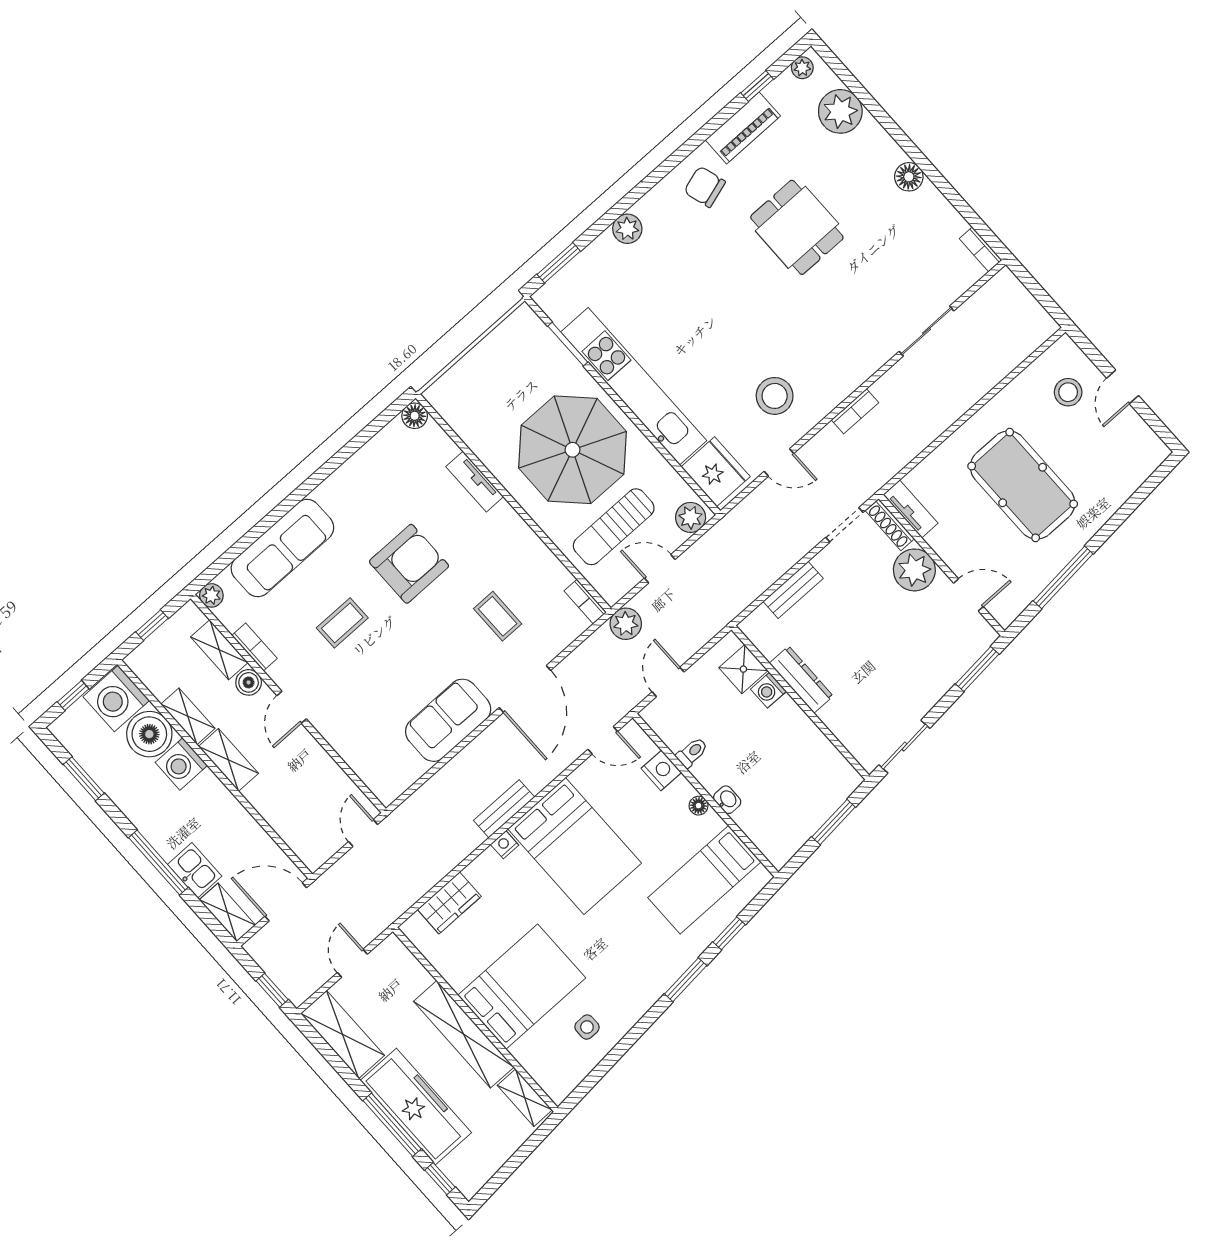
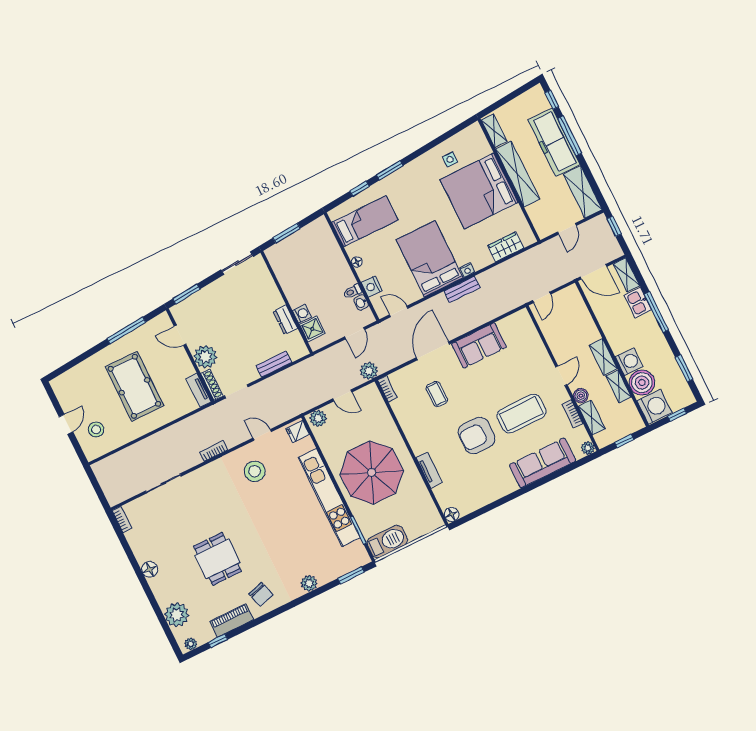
barbecue: (512, 338) -> (387, 542), added
fridge: (716, 472) -> (298, 432), width x0.53, depth x0.75
sun lounger: (614, 527) -> (361, 425), removed
coffee table: (342, 623) -> (521, 414), width x1.86, depth x1.72
dresser: (801, 680) -> (285, 320), width x0.70
washbasin: (727, 800) -> (361, 303), moved
bed: (522, 987) -> (479, 191), width x1.36

